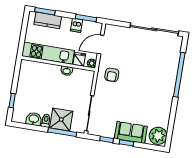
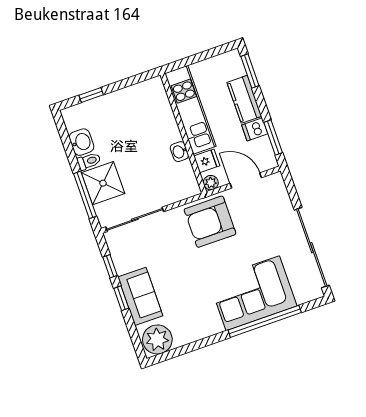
kitchen counter: (48, 20) -> (244, 99), moved
corner sofa: (161, 73) -> (253, 293), added
armchair: (112, 75) -> (210, 222), width x1.88, depth x1.88

